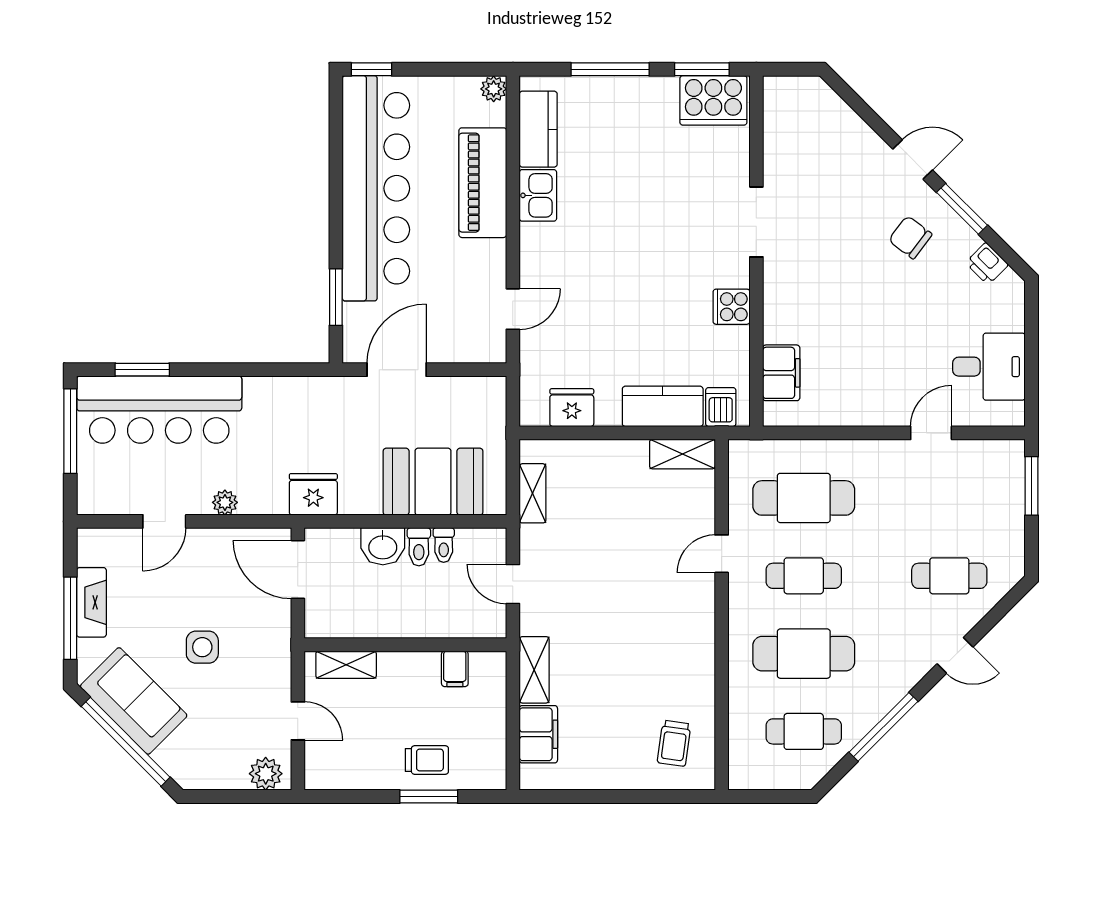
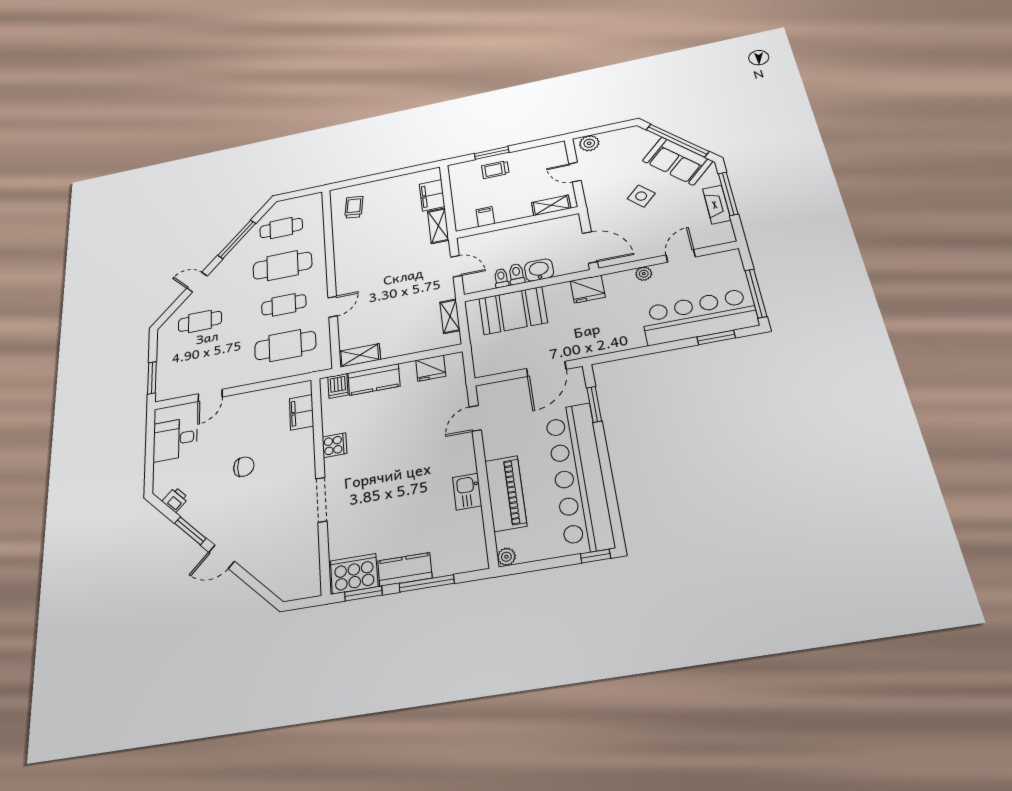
kitchen counter: (538, 129) -> (405, 569), moved, turned 90
chair: (910, 237) -> (244, 467), moved, turned -37
side table: (202, 647) -> (641, 196), turned 45

